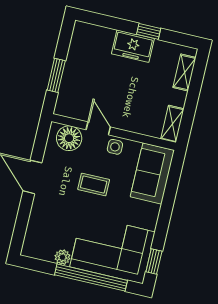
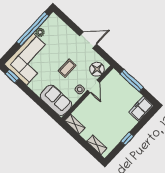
freezer: (133, 46) -> (141, 109), moved
window: (56, 75) -> (132, 81), width x1.44
door: (98, 128) -> (94, 86), hinge flipped
window: (91, 278) -> (33, 29), moved

